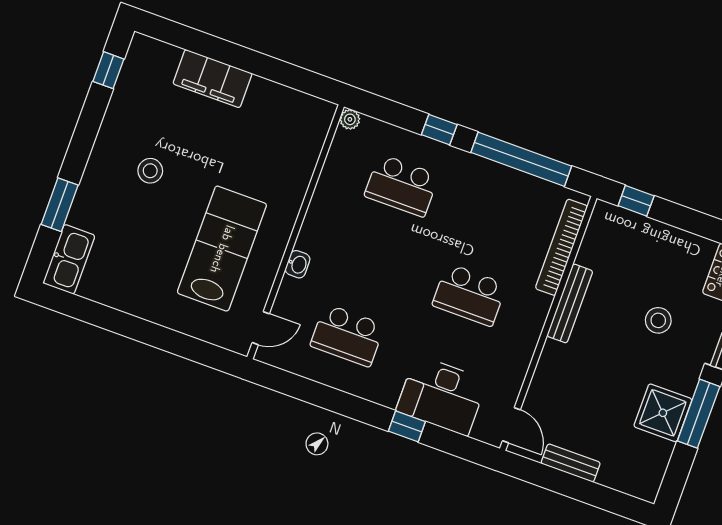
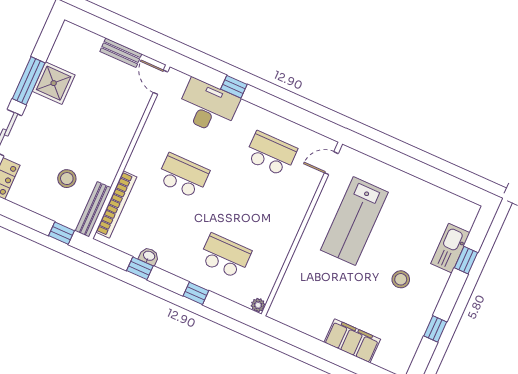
window: (108, 70) -> (435, 329), moved
window: (521, 159) -> (140, 268), width x0.32
window: (60, 205) -> (466, 260), width x0.67
kitchen sink: (69, 259) -> (450, 248), moved
washbasin: (298, 264) -> (149, 256), moved, turned 90
bench: (570, 303) -> (93, 209), moved
stool: (658, 320) -> (67, 179), moved

